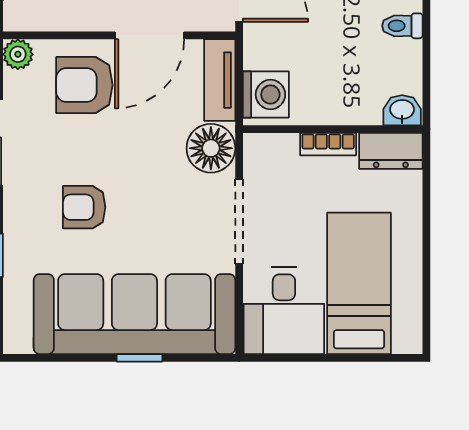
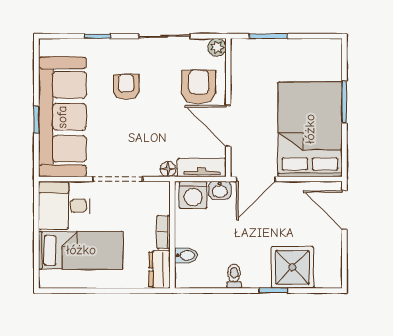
bidet: (367, 106) -> (186, 255), added
washbasin: (402, 110) -> (220, 190), moved, turned 90
floor lamp: (211, 148) -> (168, 169), width x0.53, depth x0.53

